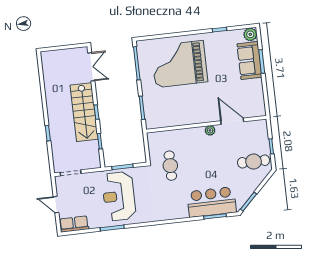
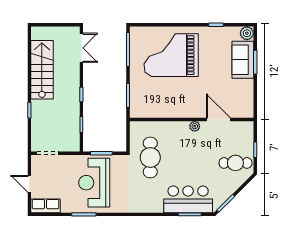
stairs: (84, 112) -> (42, 70), moved, turned 180
cafe table: (170, 166) -> (150, 157), width x1.37, depth x1.35

